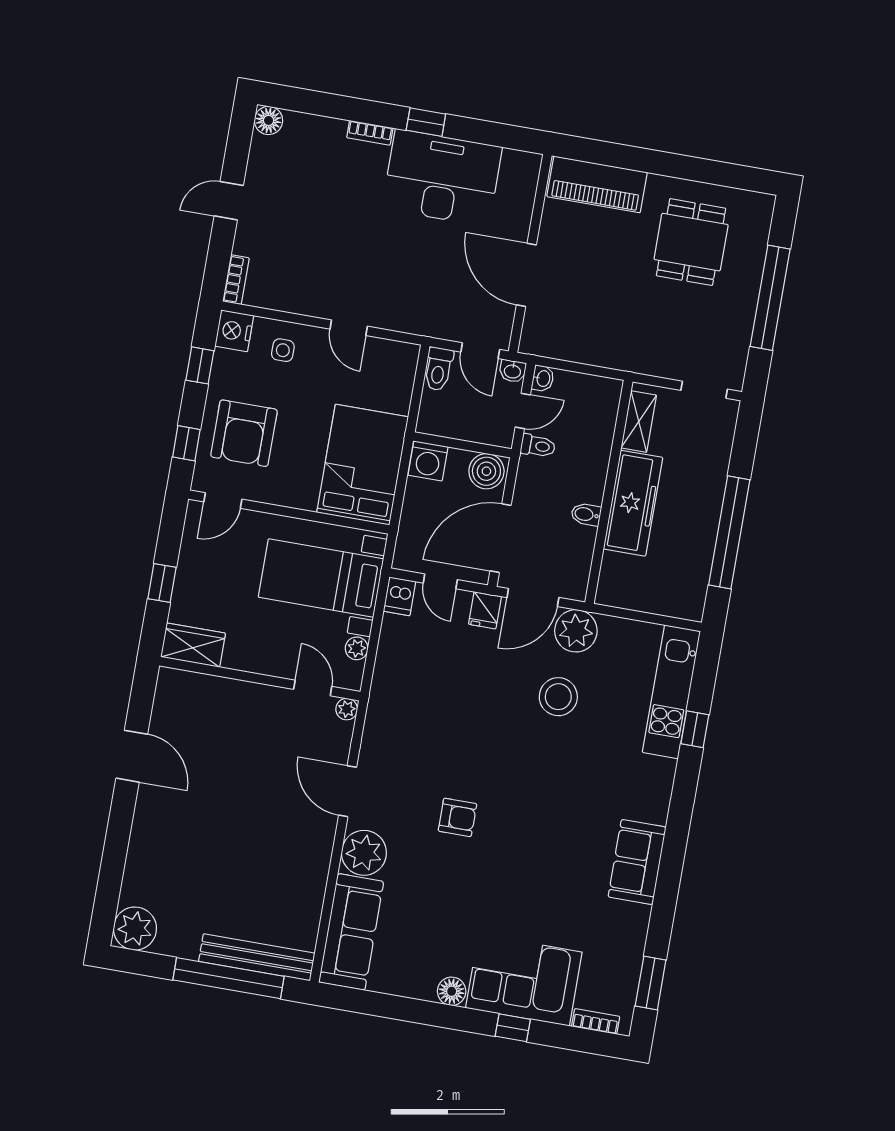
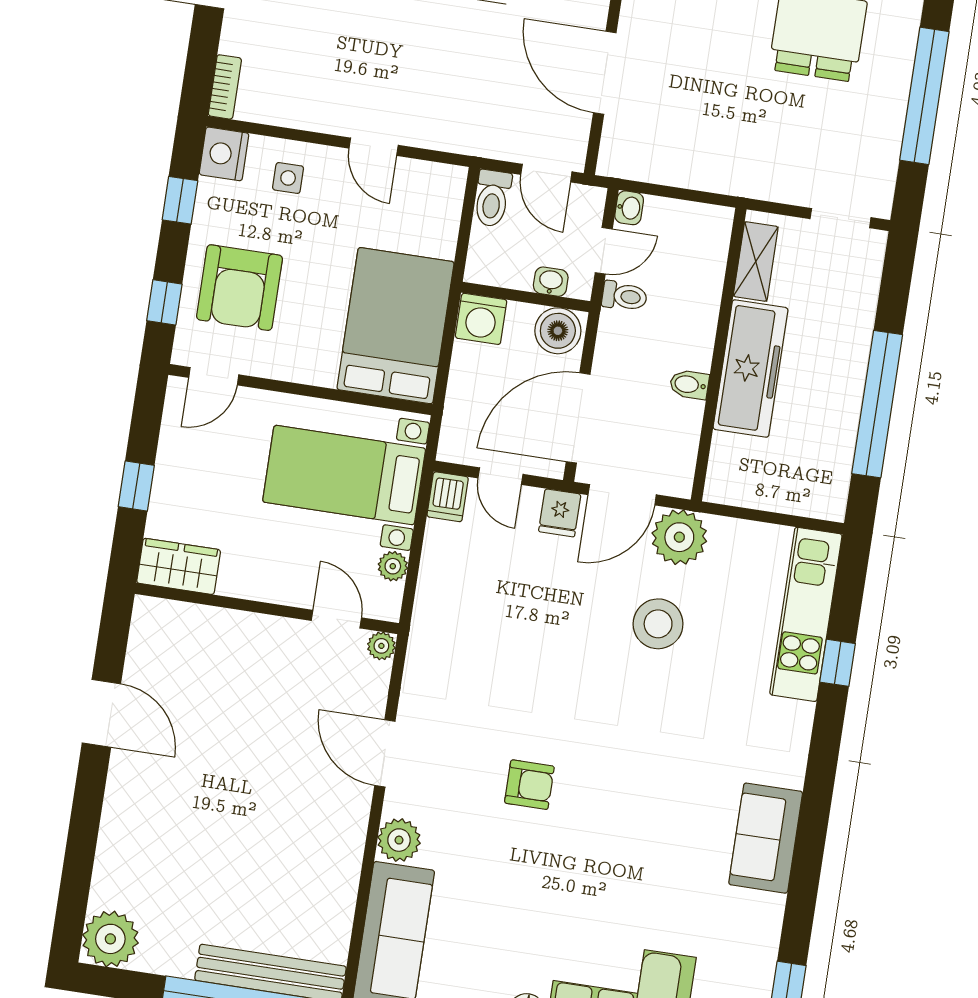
washbasin: (513, 371) -> (551, 282), moved, turned 180
plant: (364, 853) -> (399, 840), width x0.73, depth x0.73

